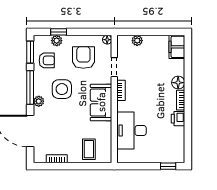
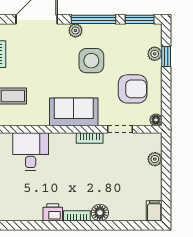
filing cabinet: (177, 47) -> (154, 211), width x0.50
armchair: (47, 60) -> (129, 41), removed
desk: (132, 131) -> (31, 152), width x0.73

